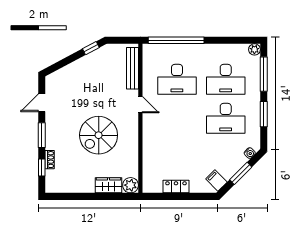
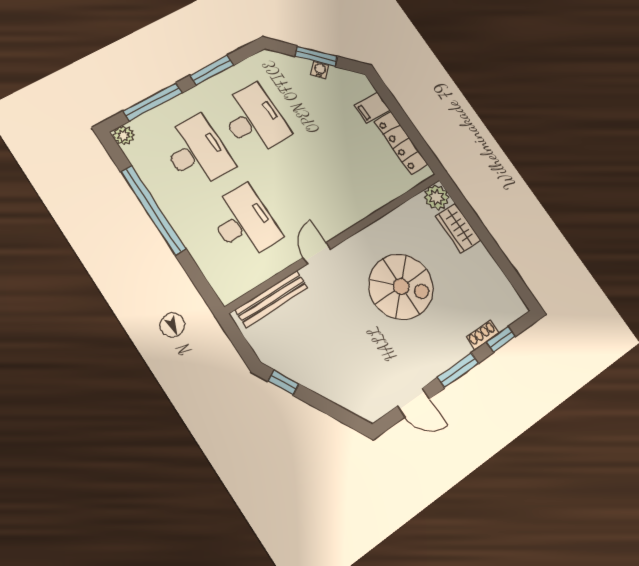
window: (176, 40) -> (153, 210), moved
water cooler: (250, 153) -> (320, 70), moved
filing cabinet: (216, 180) -> (372, 108), moved, turned 45
locker: (176, 187) -> (401, 143), width x1.53

